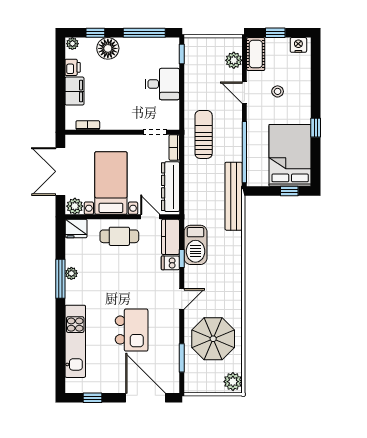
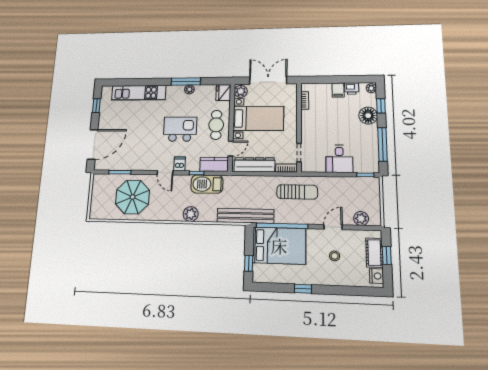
cot: (256, 54) -> (374, 253), moved, turned 90
filing cabinet: (74, 91) -> (338, 90), width x0.50
bed: (290, 155) -> (279, 246), moved
dishwasher: (170, 263) -> (180, 164), moved
kitchen island: (132, 330) -> (180, 129), moved, turned 180
plant: (233, 382) -> (191, 214), moved

